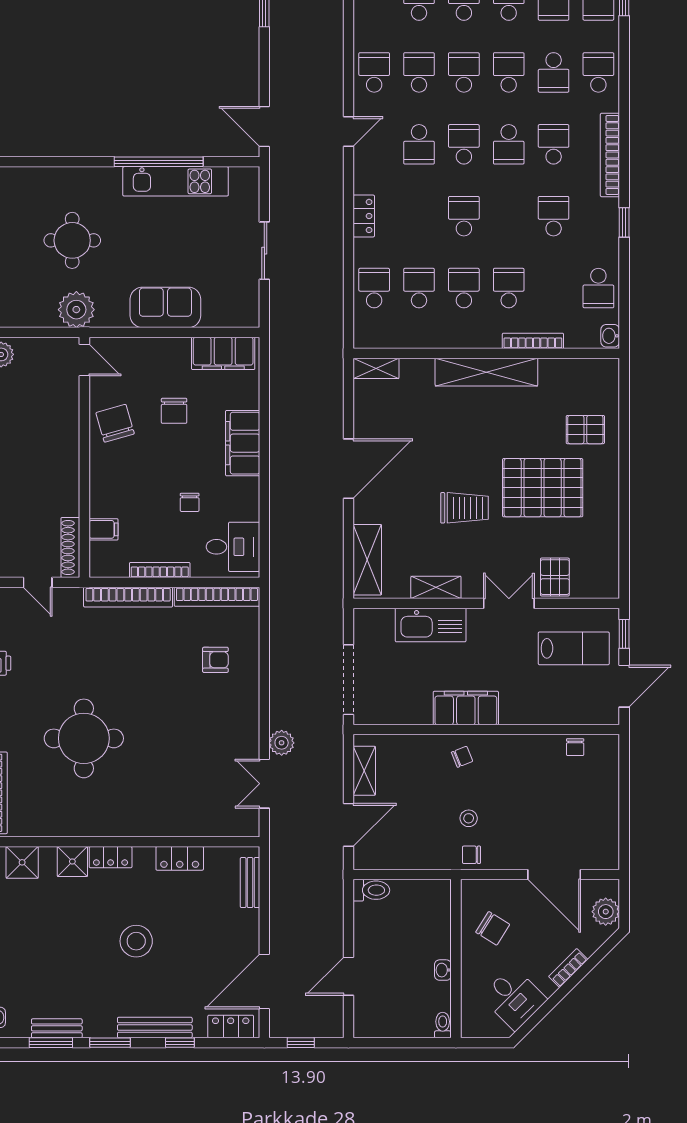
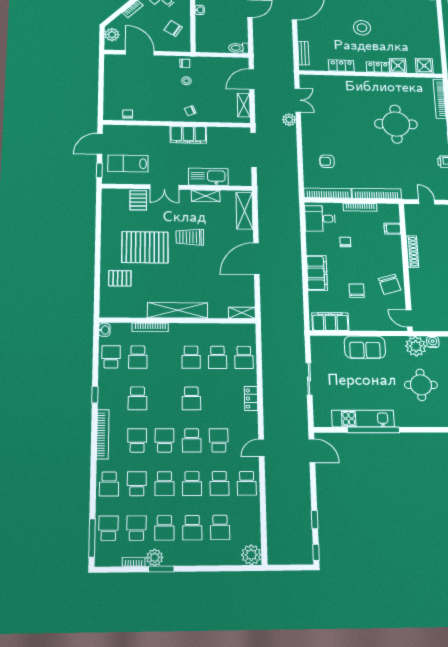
school desk: (554, 144) -> (137, 441), turned 180
school desk: (509, 288) -> (138, 357), moved
water cooler: (46, 317) -> (433, 342), added
shoe rack: (70, 548) -> (412, 252), moved

